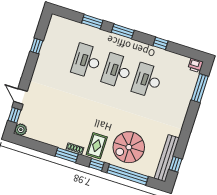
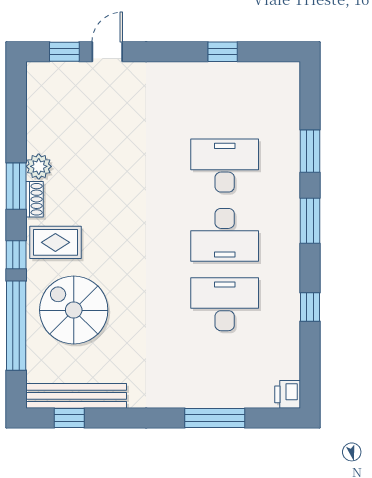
desk: (117, 71) -> (225, 235), turned 180
window: (200, 88) -> (215, 418), moved
plant: (21, 130) -> (39, 166), moved

